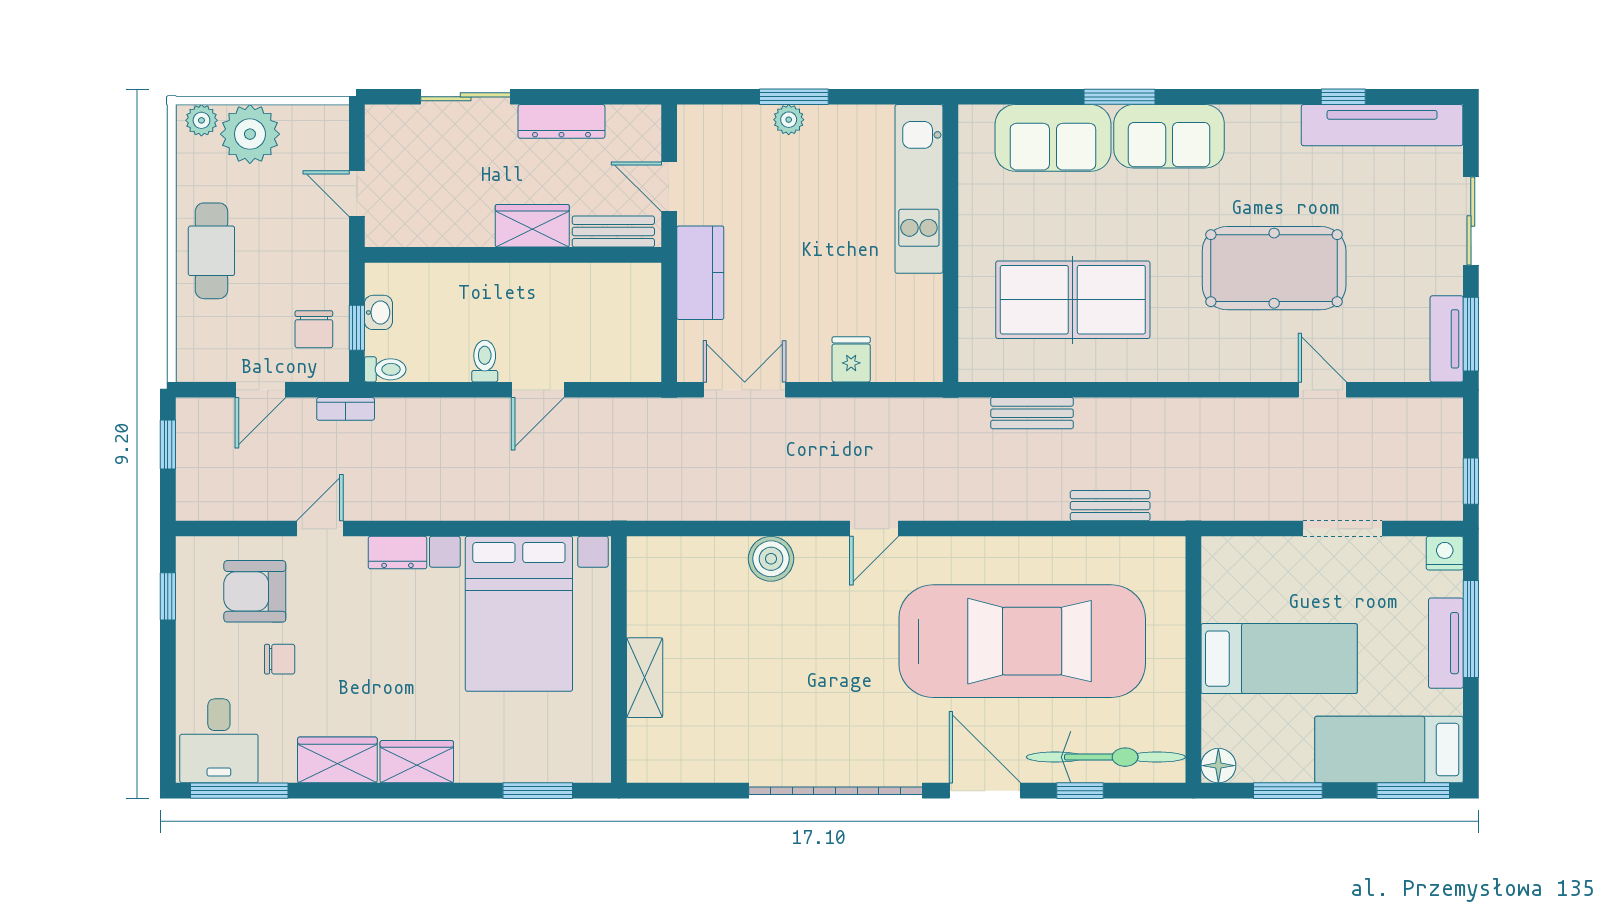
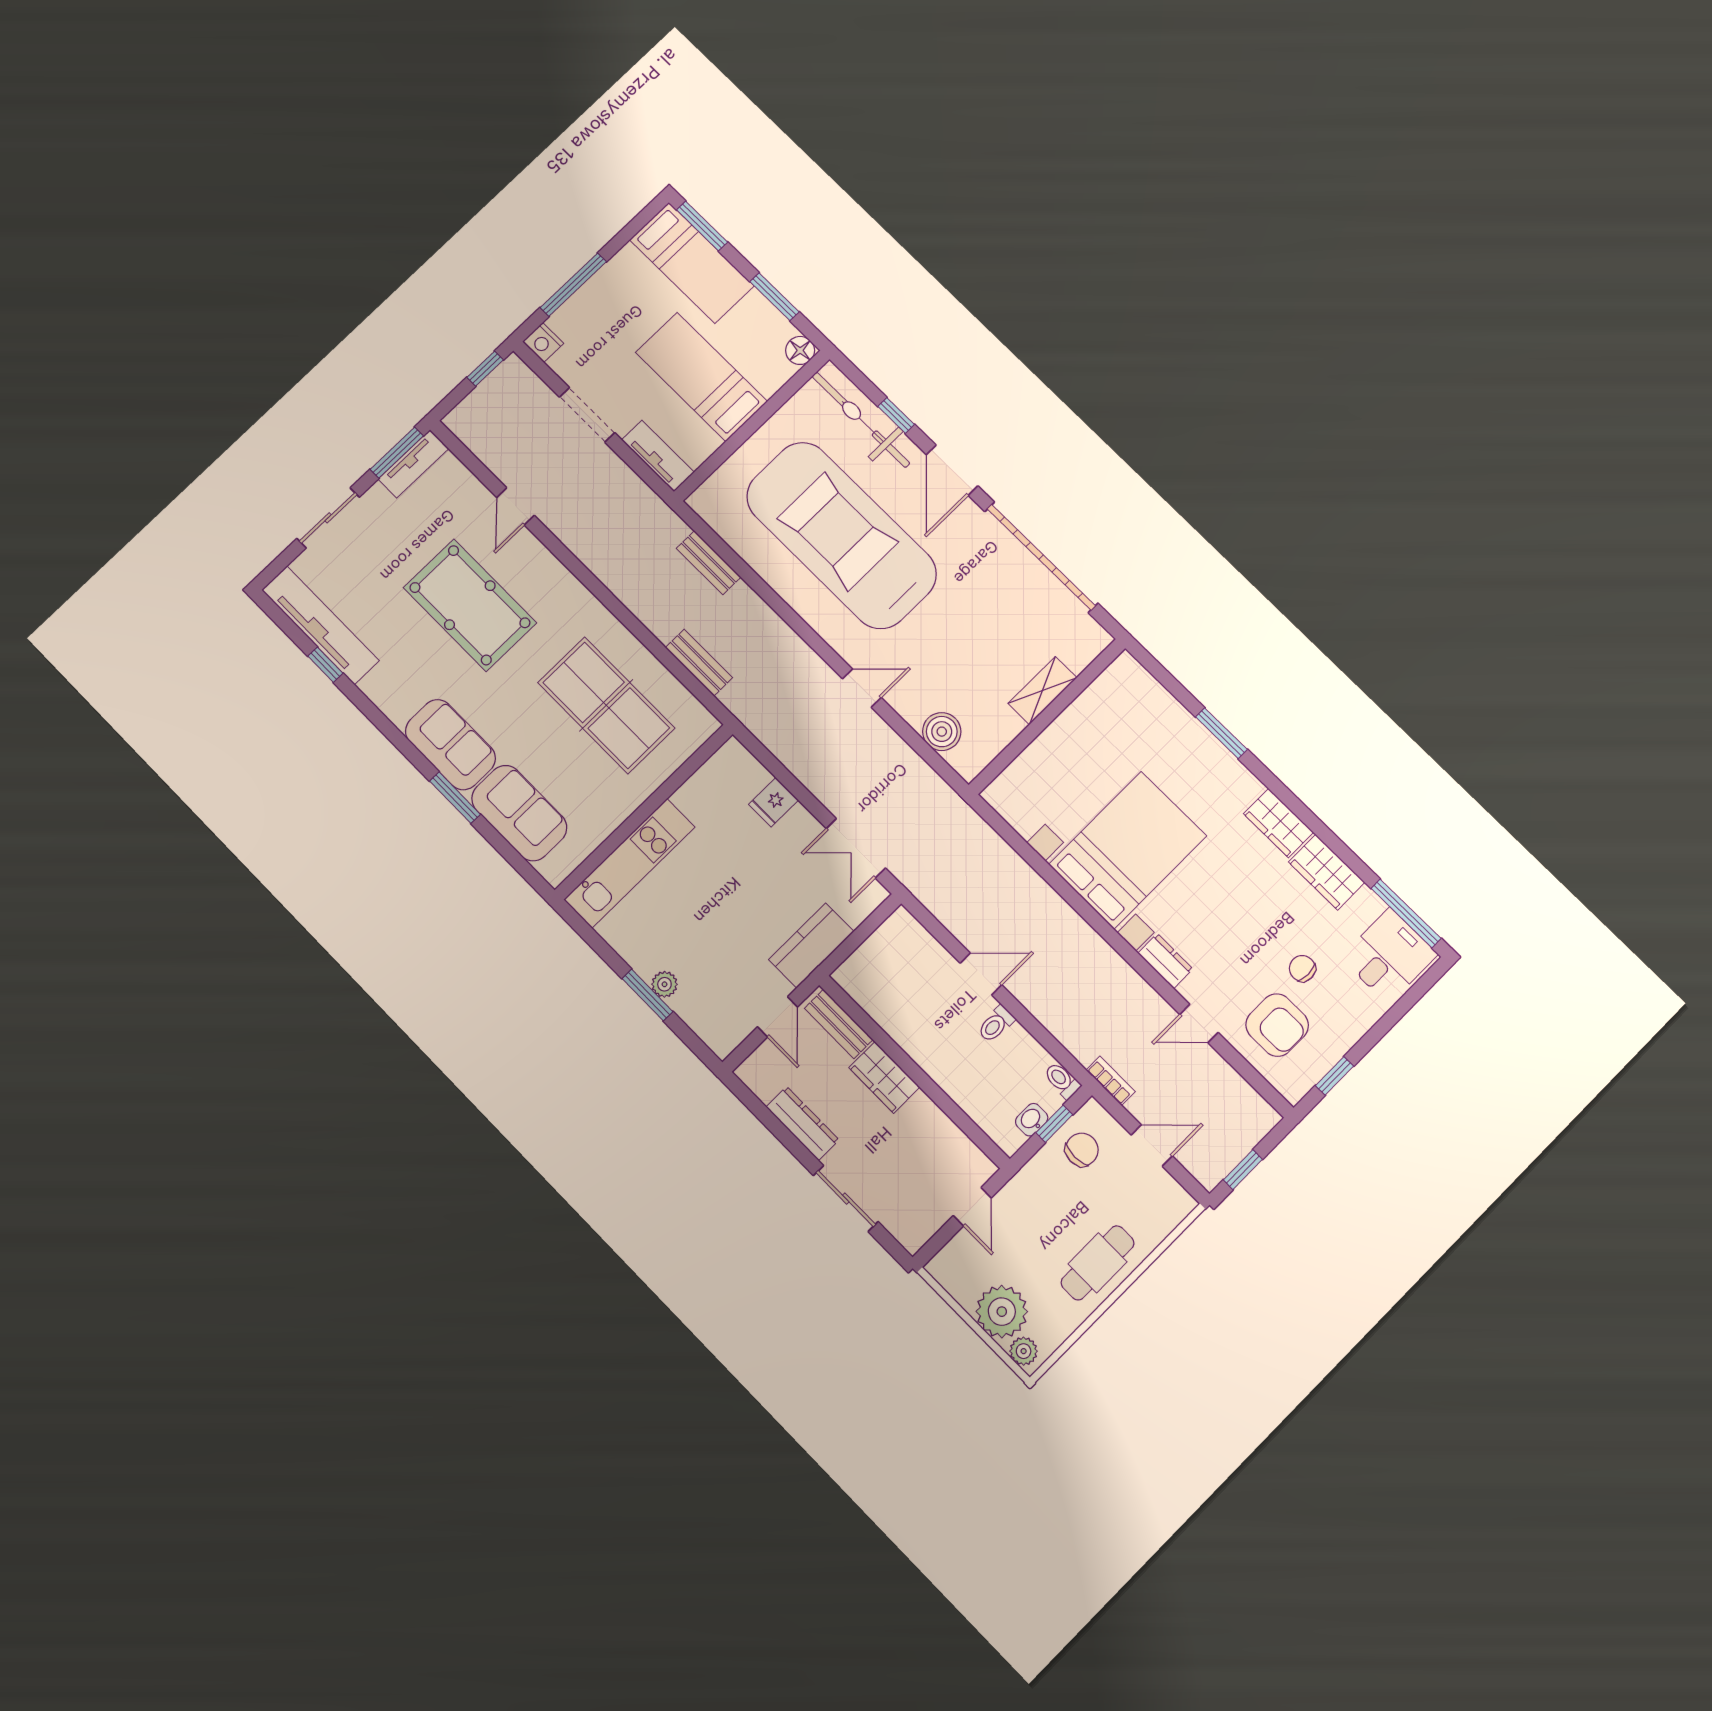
tv unit: (1446, 643) -> (658, 456), moved, turned -90
wall: (619, 660) -> (1047, 716), moved
shelving: (645, 678) -> (1042, 691), moved

